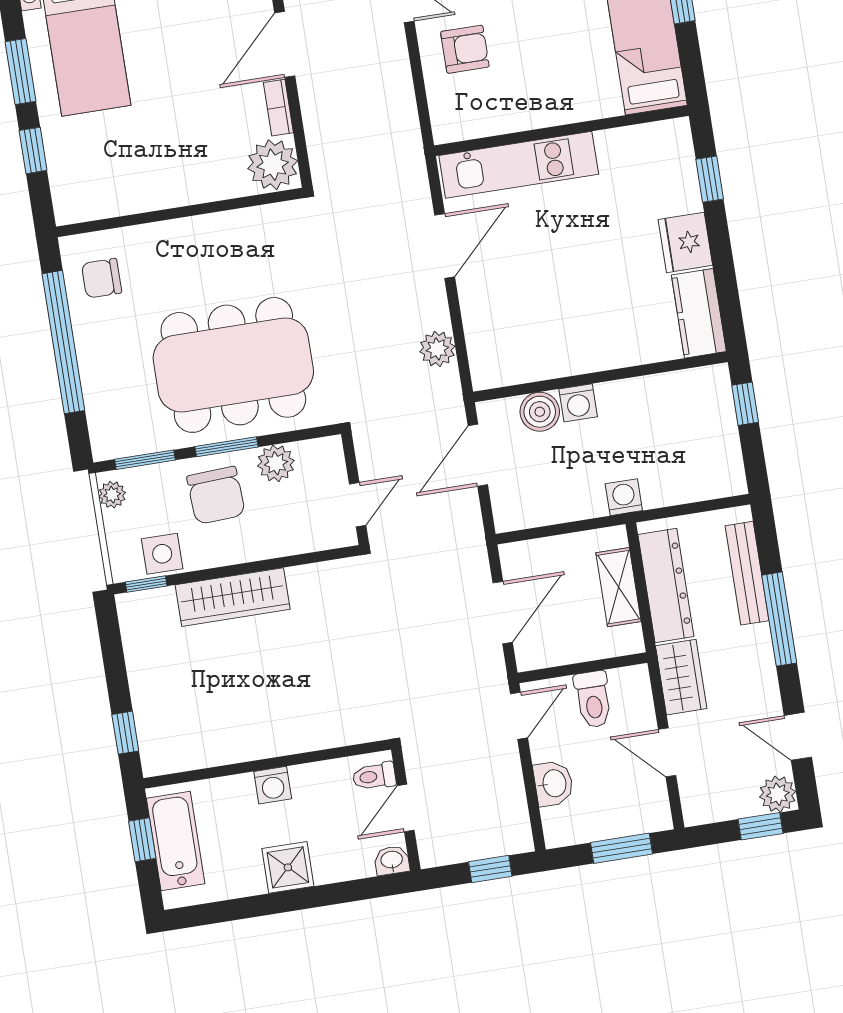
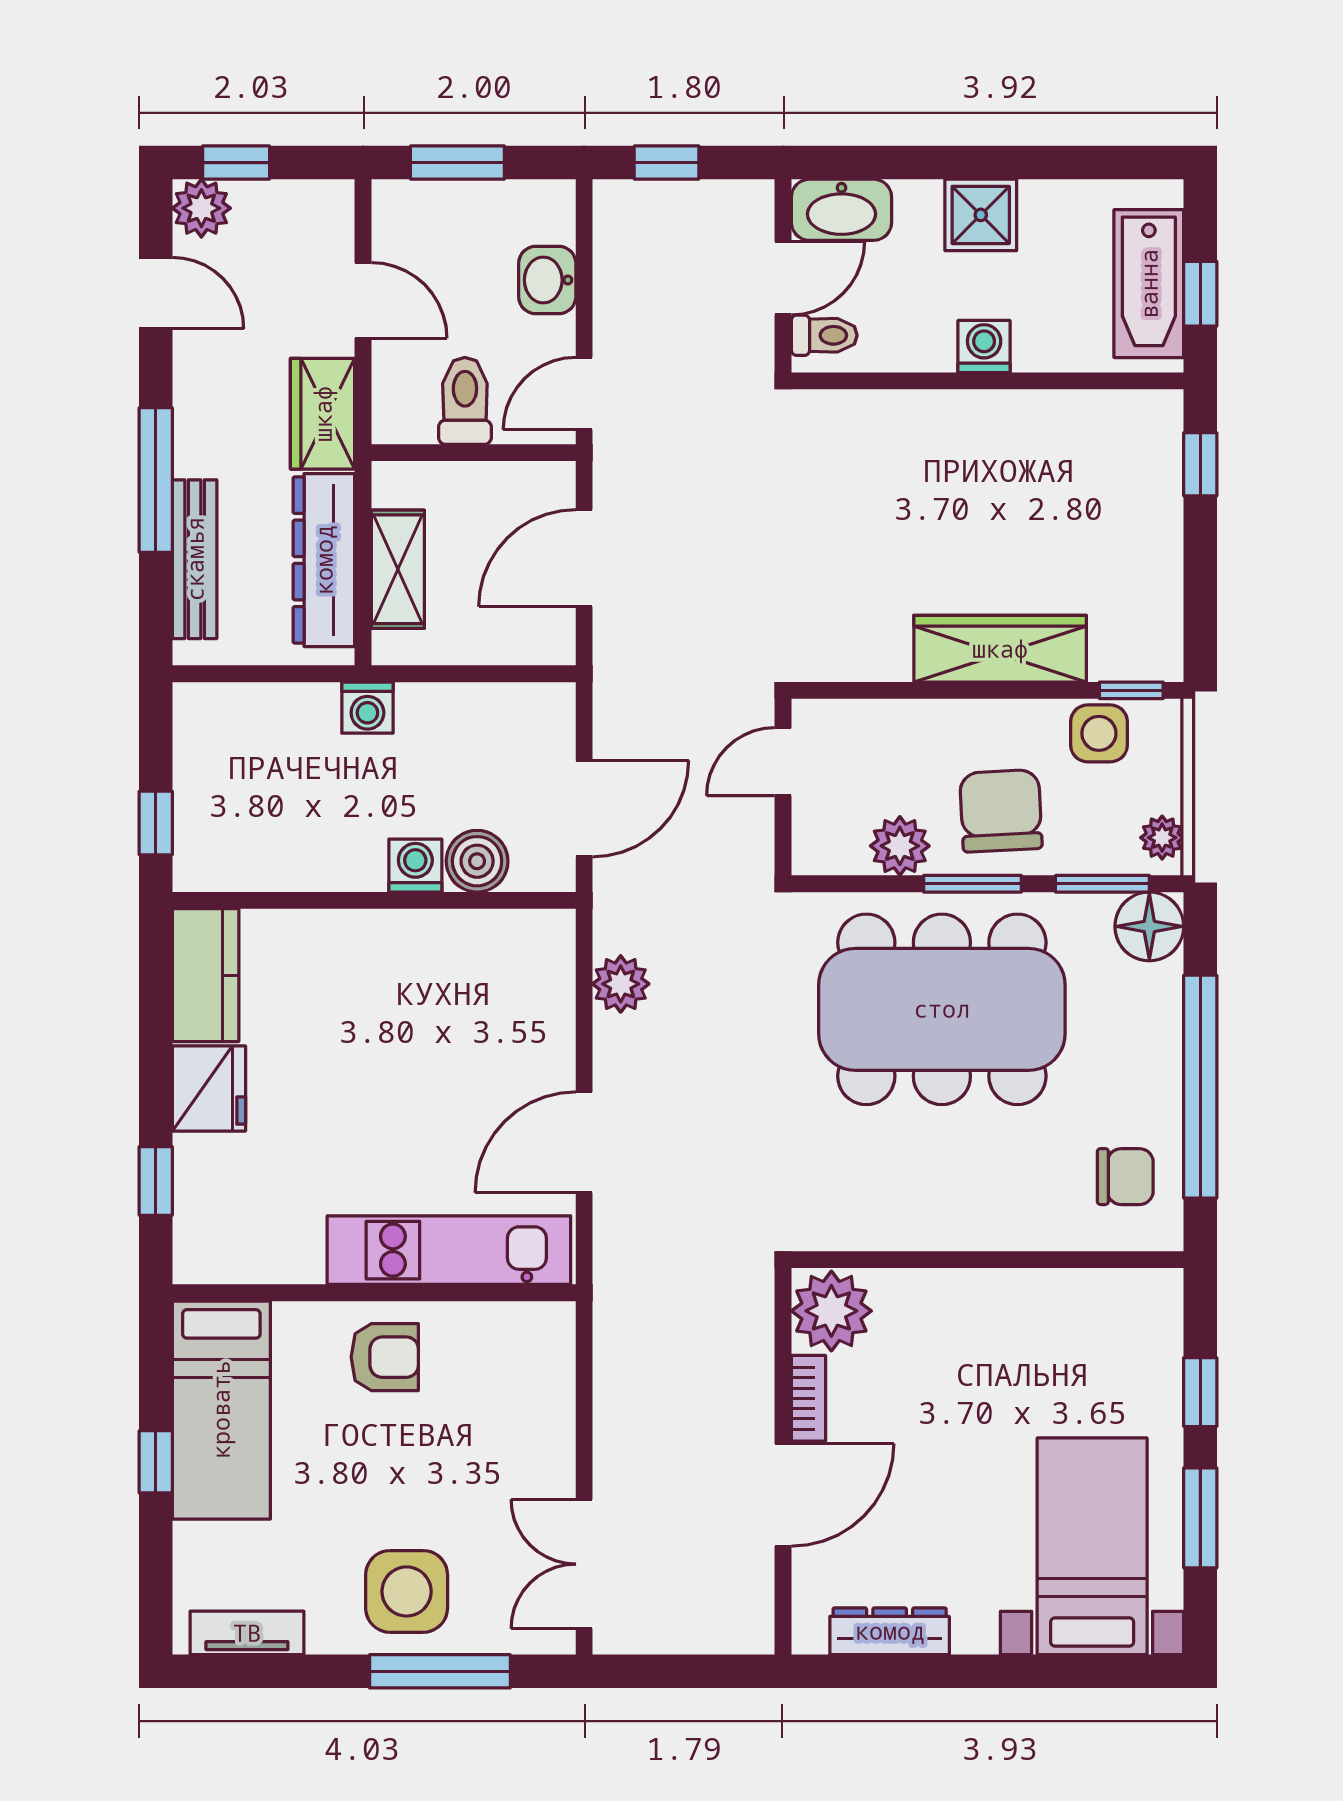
armchair: (465, 49) -> (385, 1357), moved, turned 180
floor lamp: (111, 438) -> (1149, 926), added
washbasin: (392, 860) -> (842, 210), width x1.91, depth x1.45

